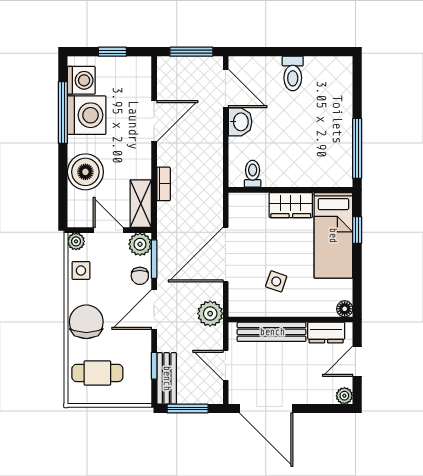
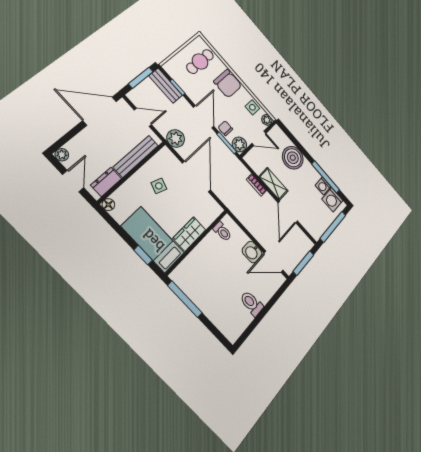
window: (112, 52) -> (333, 227), width x2.17
washing machine: (87, 115) -> (323, 186), width x0.53, depth x0.53
shelving: (141, 204) -> (273, 184), moved

